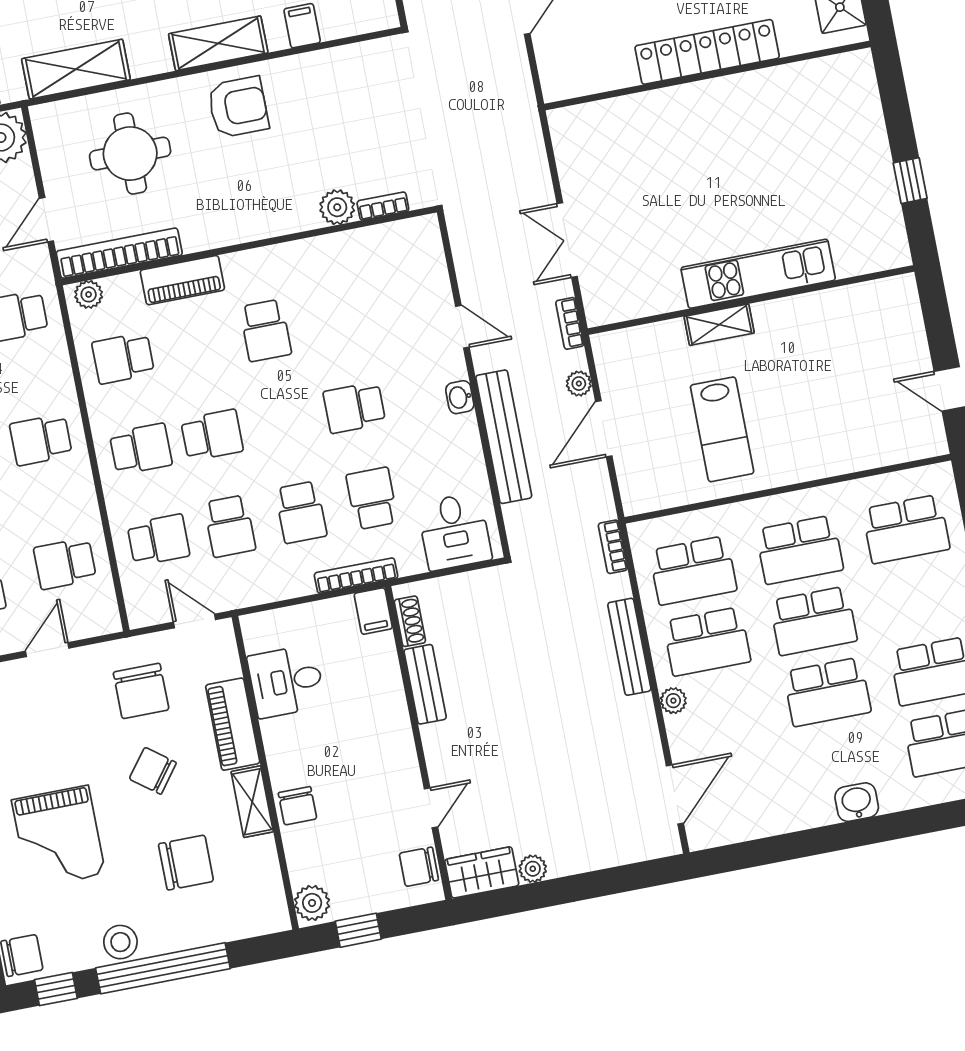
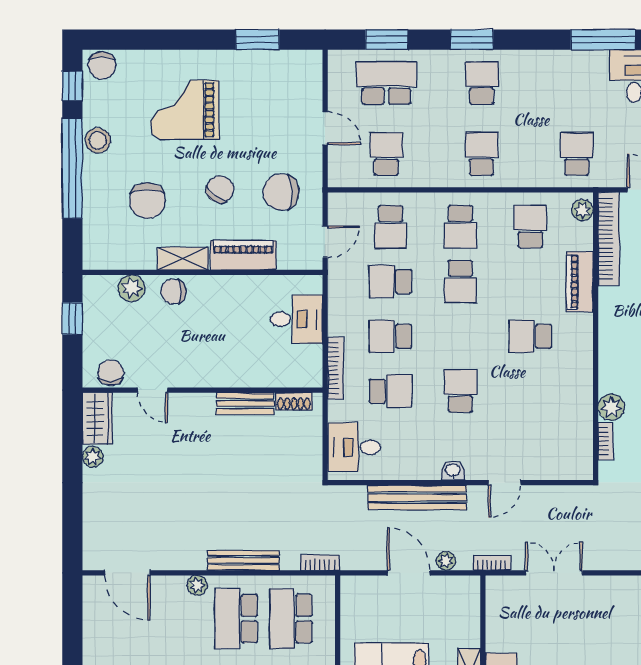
filing cabinet: (373, 611) -> (307, 376), removed
desk: (286, 681) -> (296, 319), moved, turned 90
plant: (312, 903) -> (132, 288), moved

